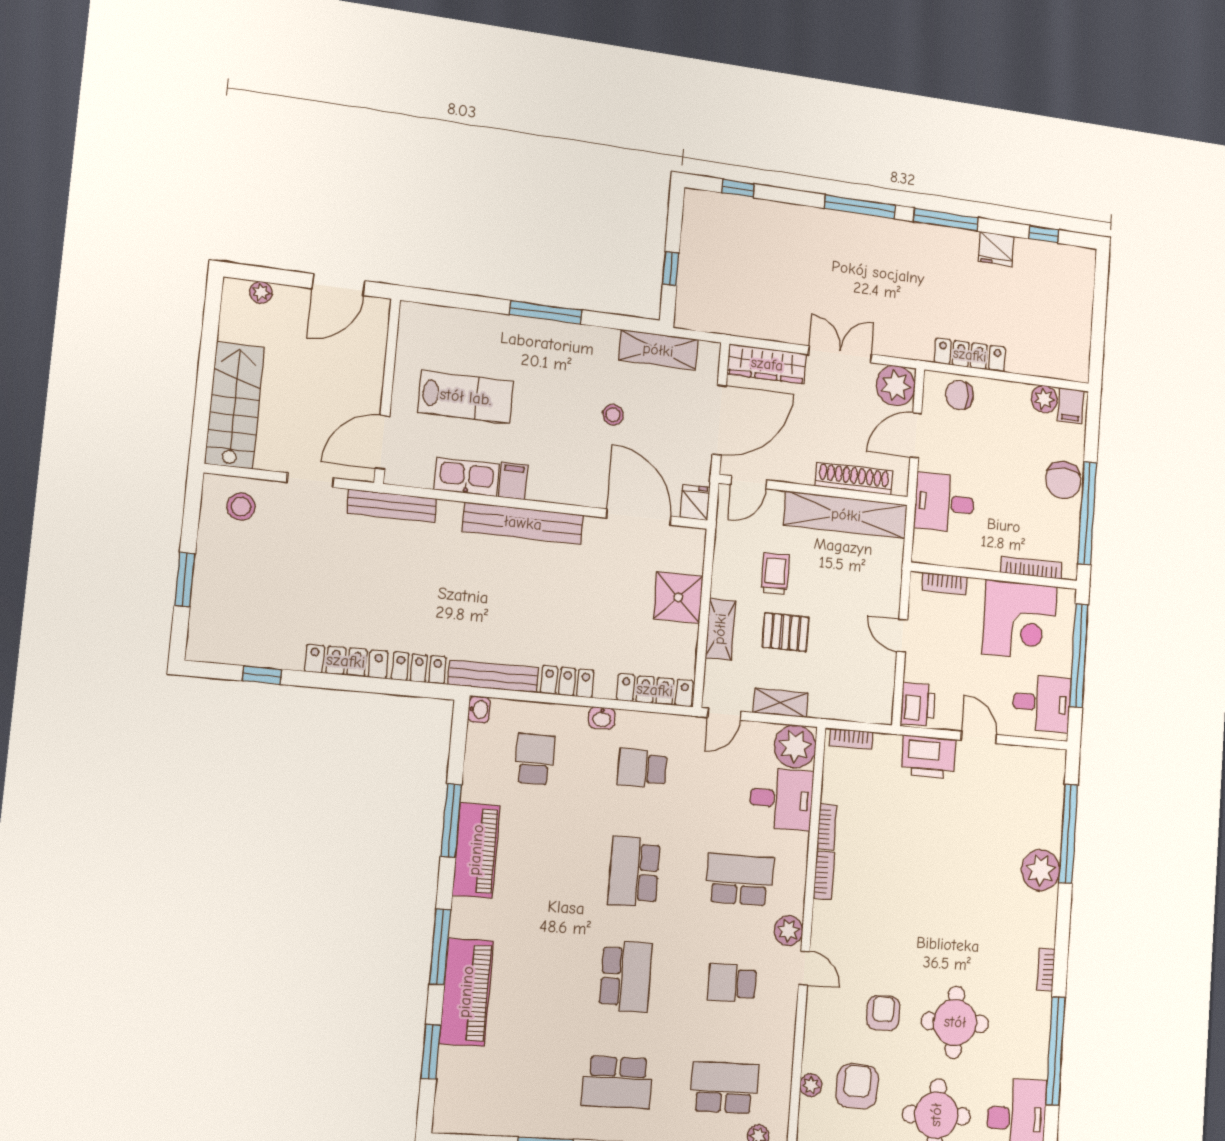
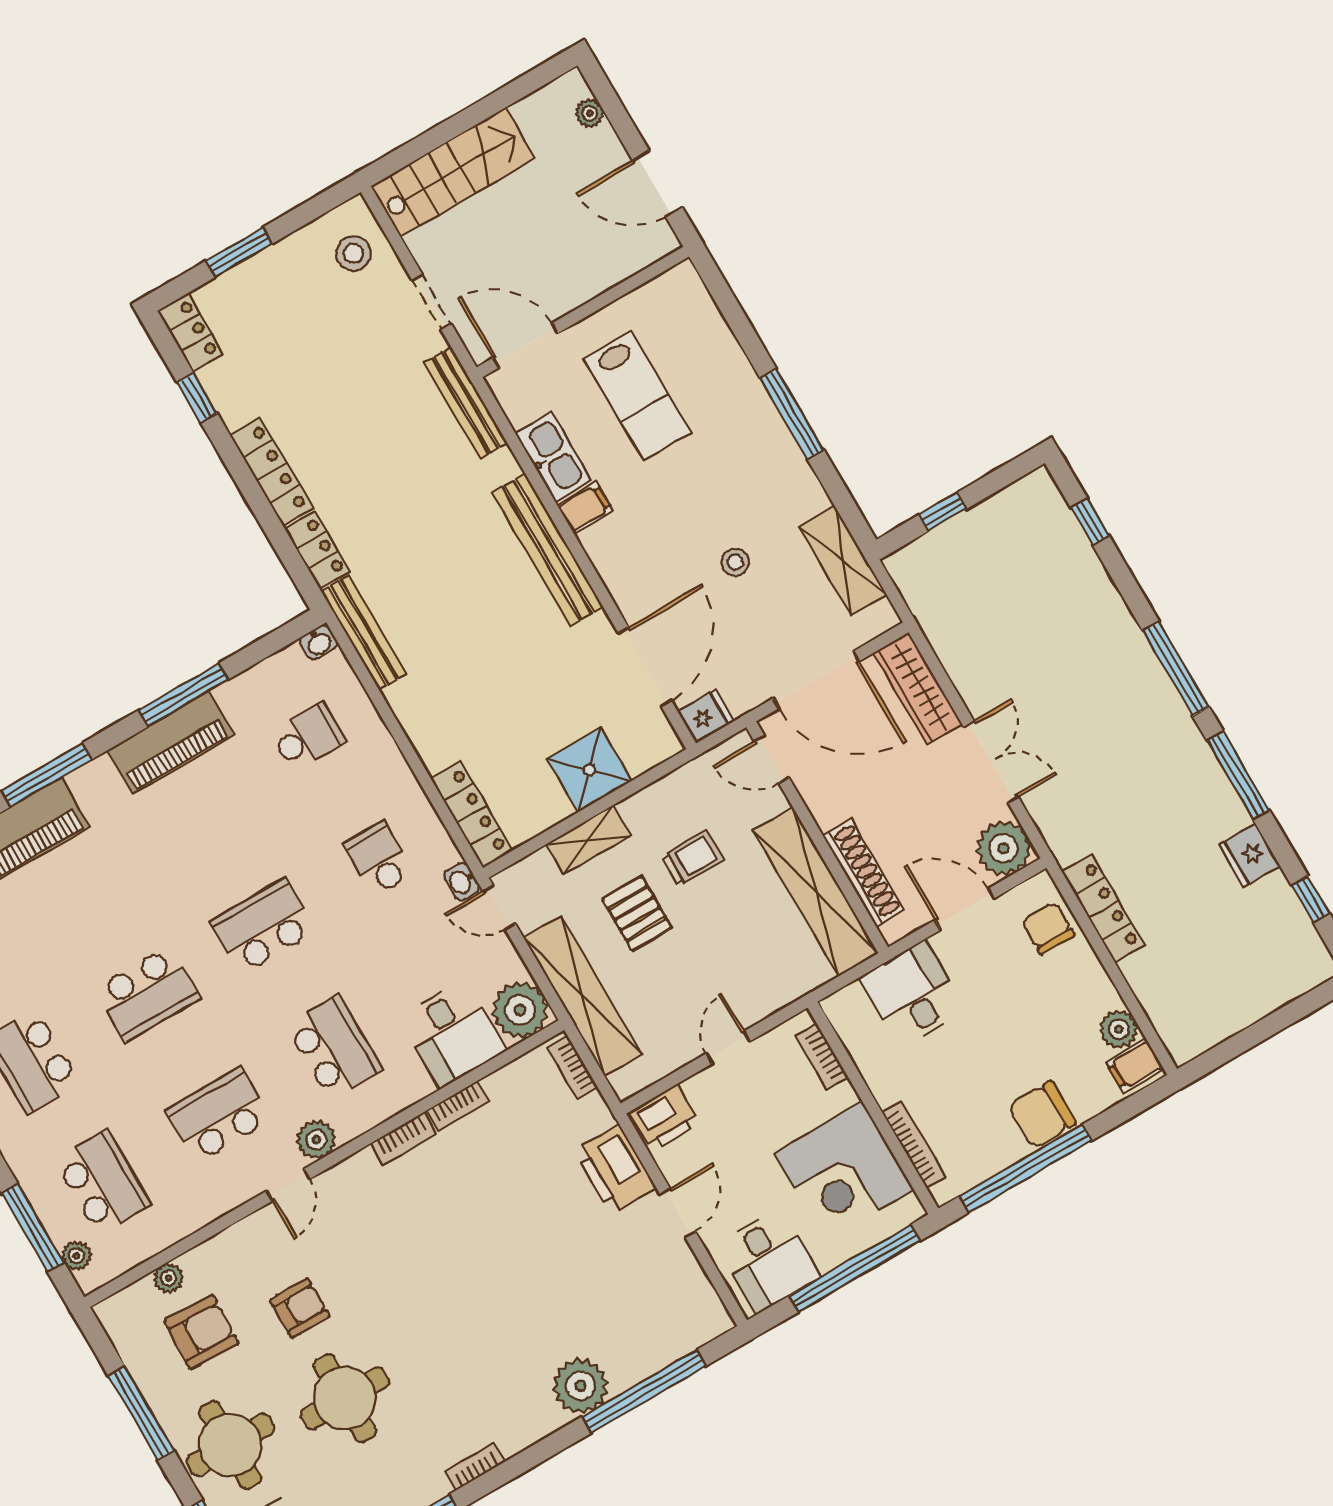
locker: (567, 682) -> (190, 332), moved
shelving: (781, 703) -> (583, 996), width x2.20, depth x1.33
washbasin: (602, 718) -> (462, 881), moved
school desk: (732, 983) -> (218, 1115), width x1.85

